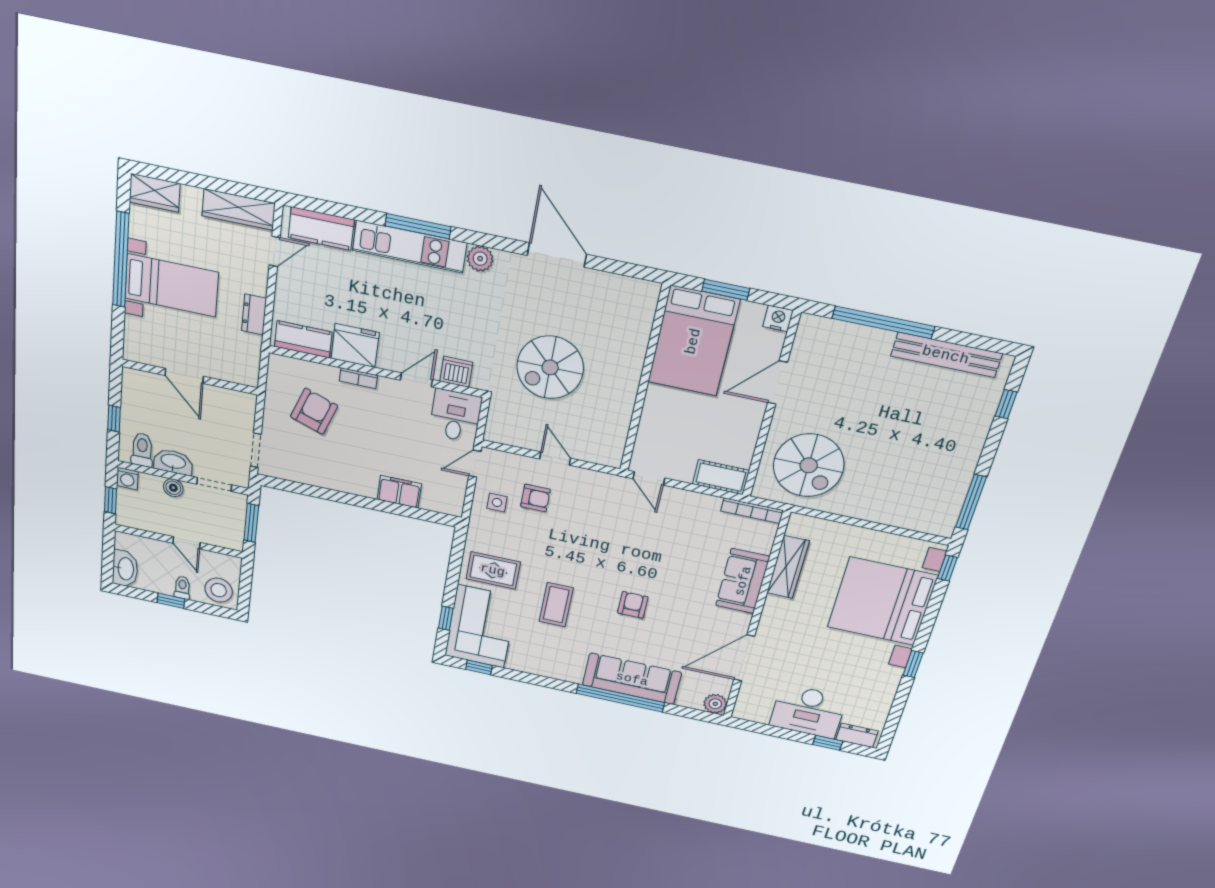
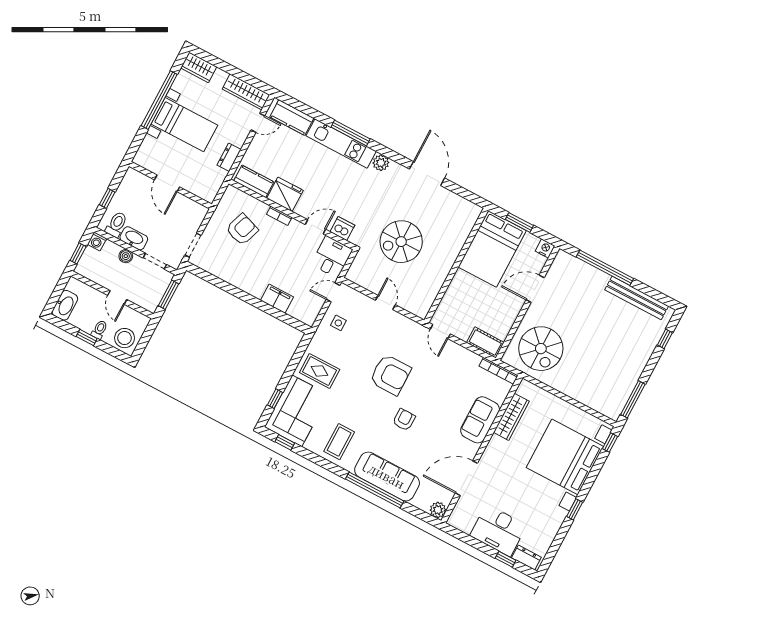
armchair: (535, 498) -> (390, 375), moved, width x1.88, depth x1.88
coffee table: (556, 605) -> (339, 442), moved

